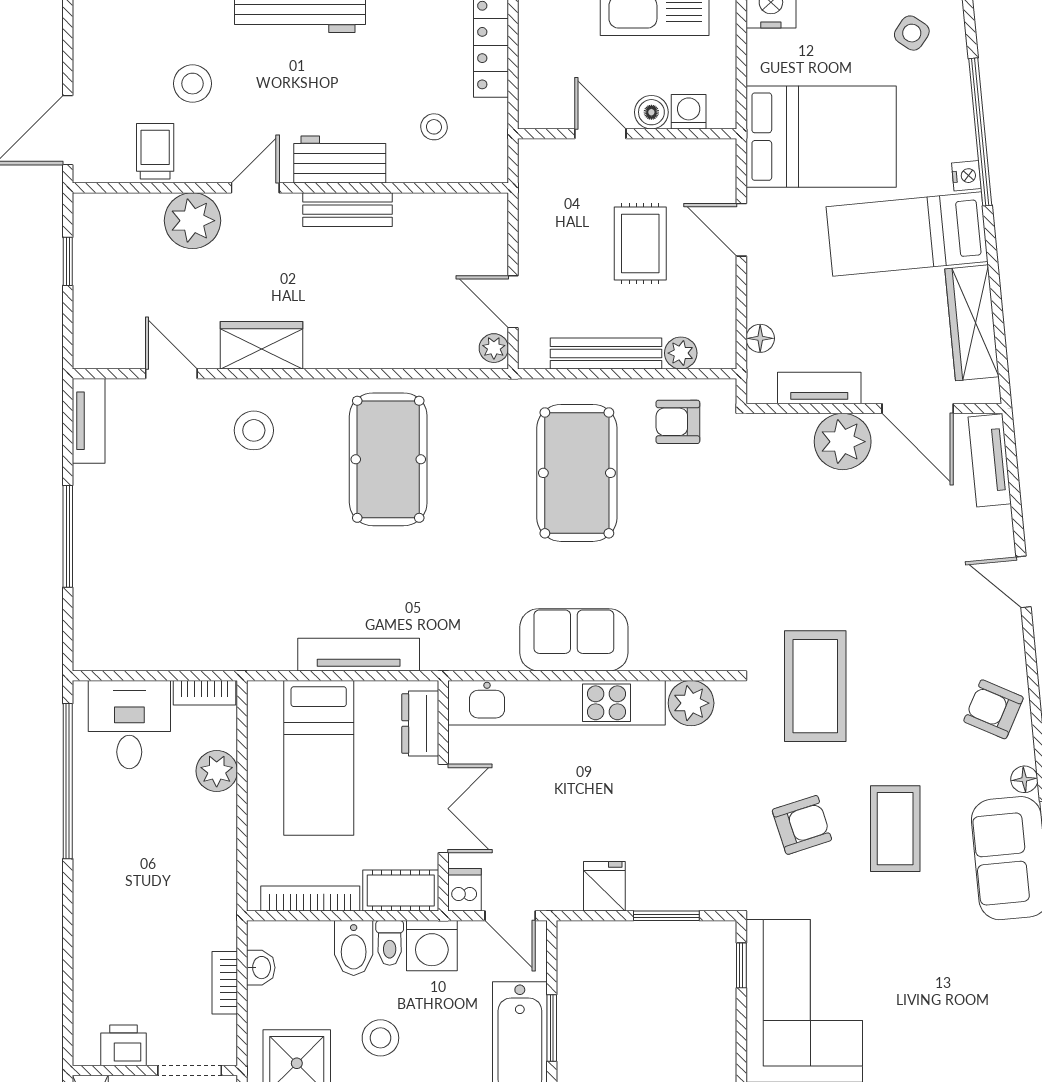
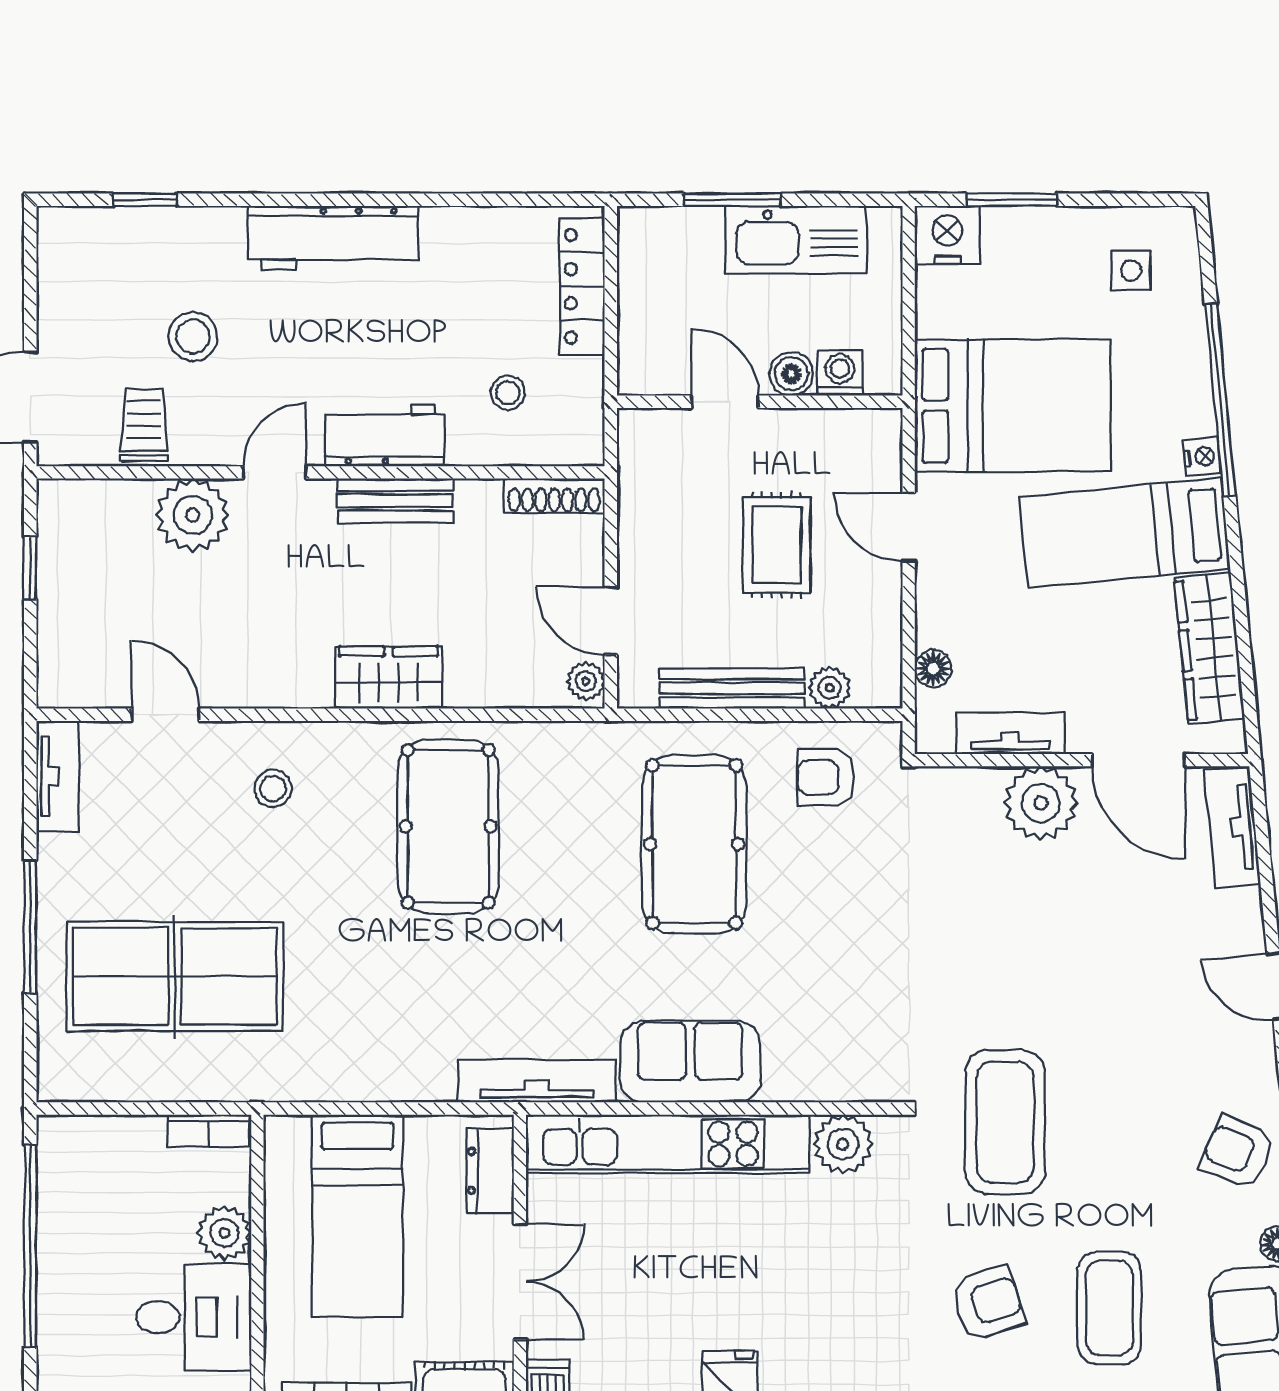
side table: (912, 33) -> (1131, 270), turned -34
shoe rack: (470, 206) -> (554, 496), added
wardrobe: (261, 345) -> (389, 678), moved
stool: (254, 430) -> (273, 789), width x0.73, depth x0.73
table tennis table: (179, 574) -> (175, 976), added
tv unit: (359, 655) -> (537, 1081), moved
desk: (129, 725) -> (194, 1317), moved, turned 90

